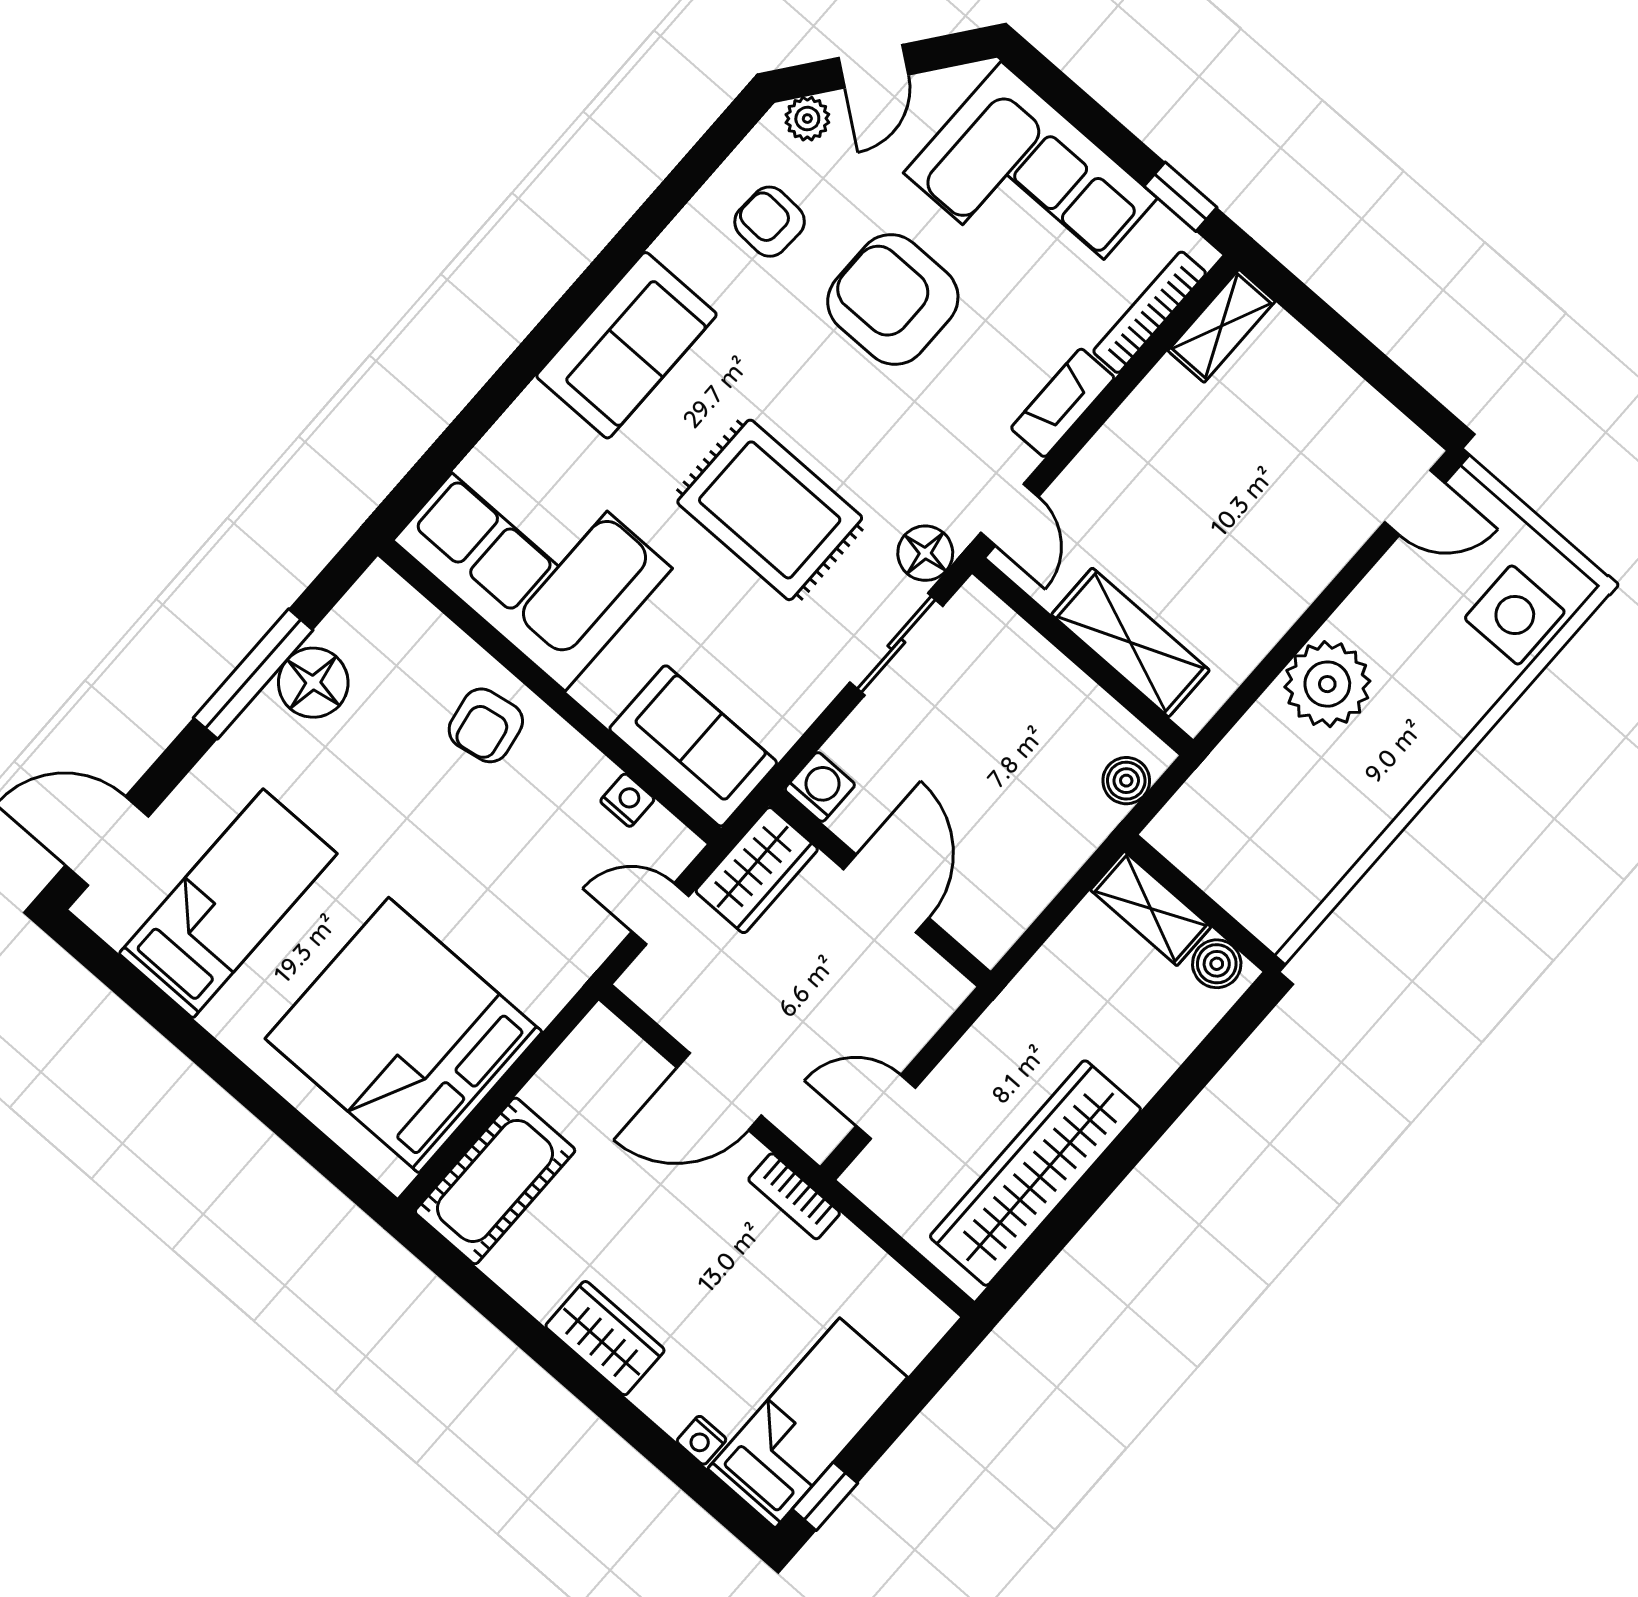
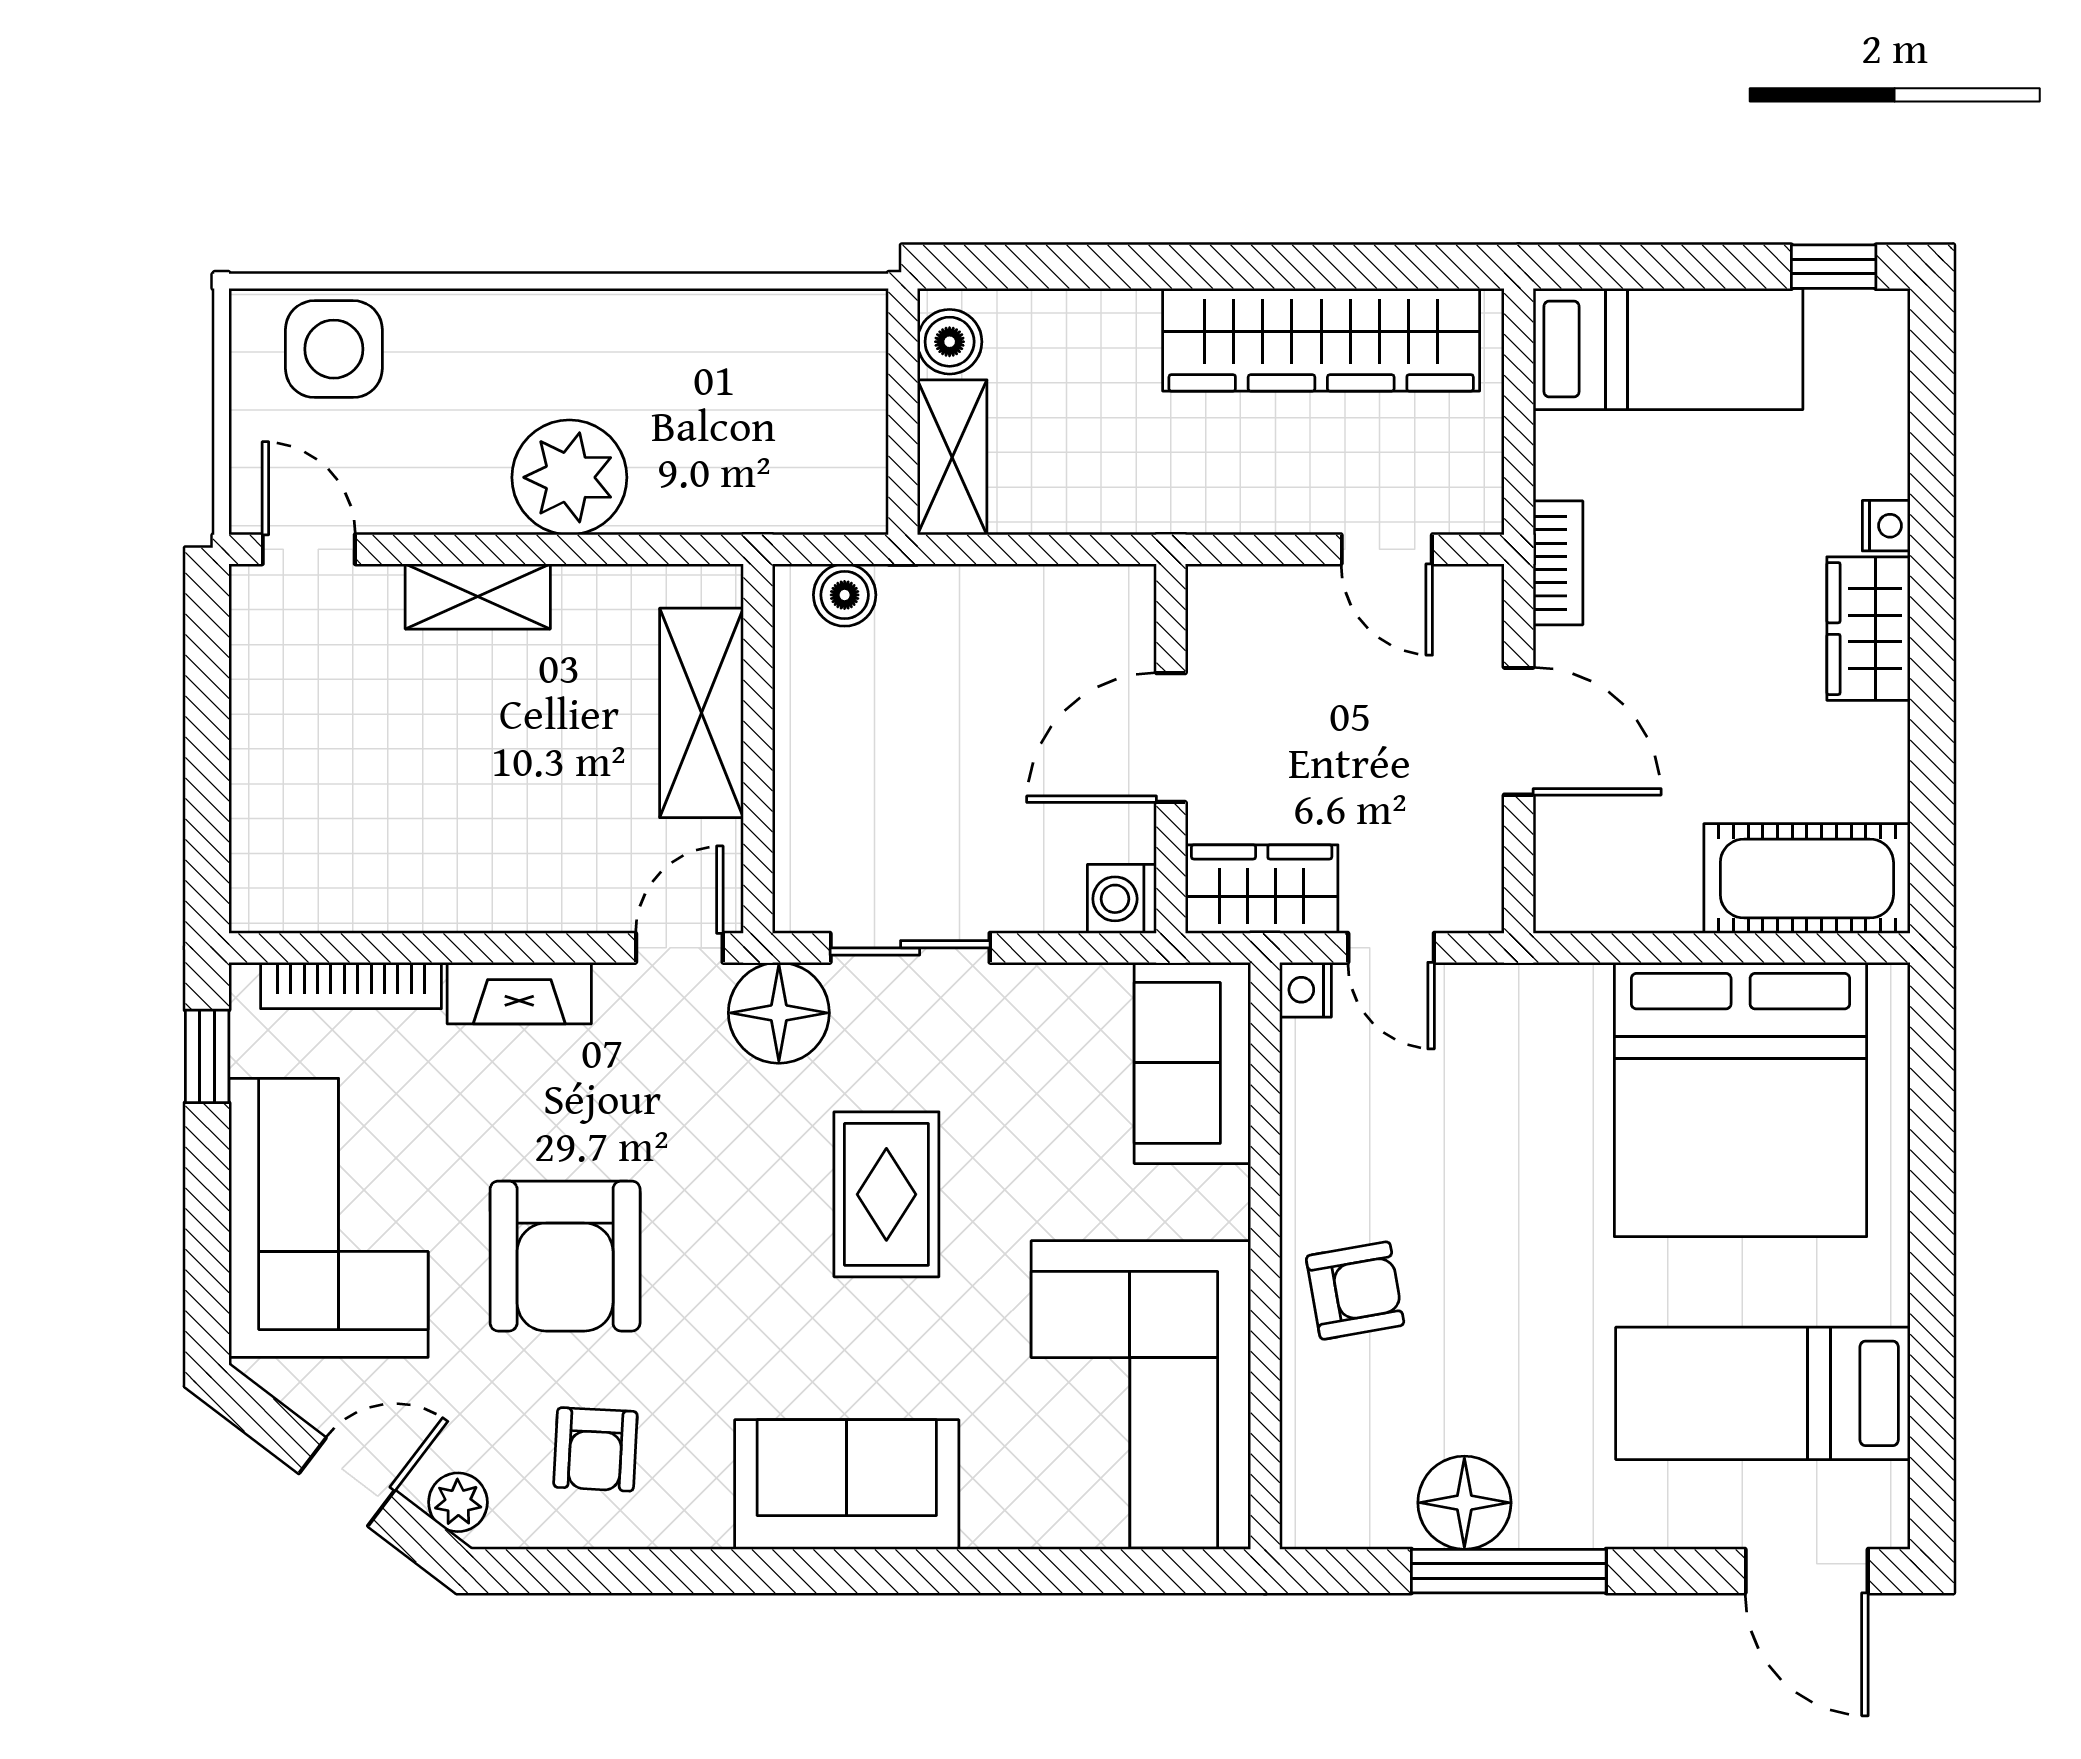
shelving: (1221, 326) -> (478, 596), moved
rug: (770, 510) -> (886, 1194), width x0.73, depth x0.70
floor lamp: (925, 553) -> (779, 1013), width x1.38, depth x1.38
nightstand: (627, 800) -> (1305, 990), moved
bed: (807, 1423) -> (1668, 349), moved, turned 180
nightstand: (702, 1440) -> (1886, 526), moved

